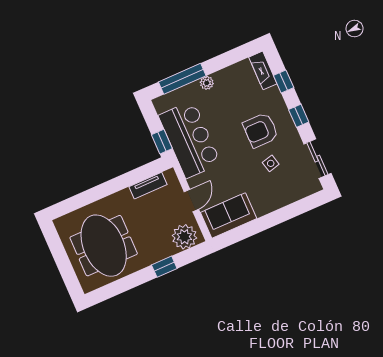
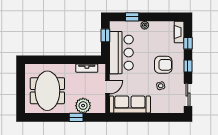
window: (182, 79) -> (132, 17), width x0.46
armchair: (261, 130) -> (163, 65), turned 180
window: (162, 142) -> (105, 35), moved
sofa: (229, 215) -> (130, 104), width x1.36
plant: (184, 237) -> (83, 106), moved

